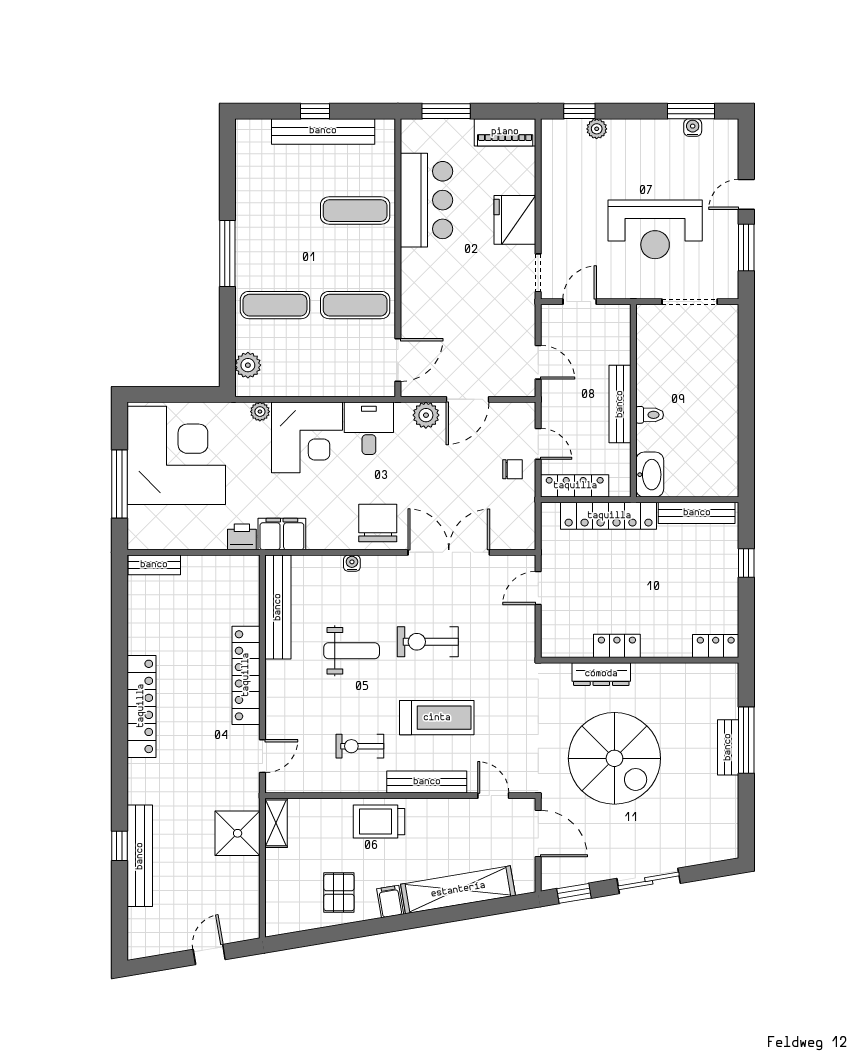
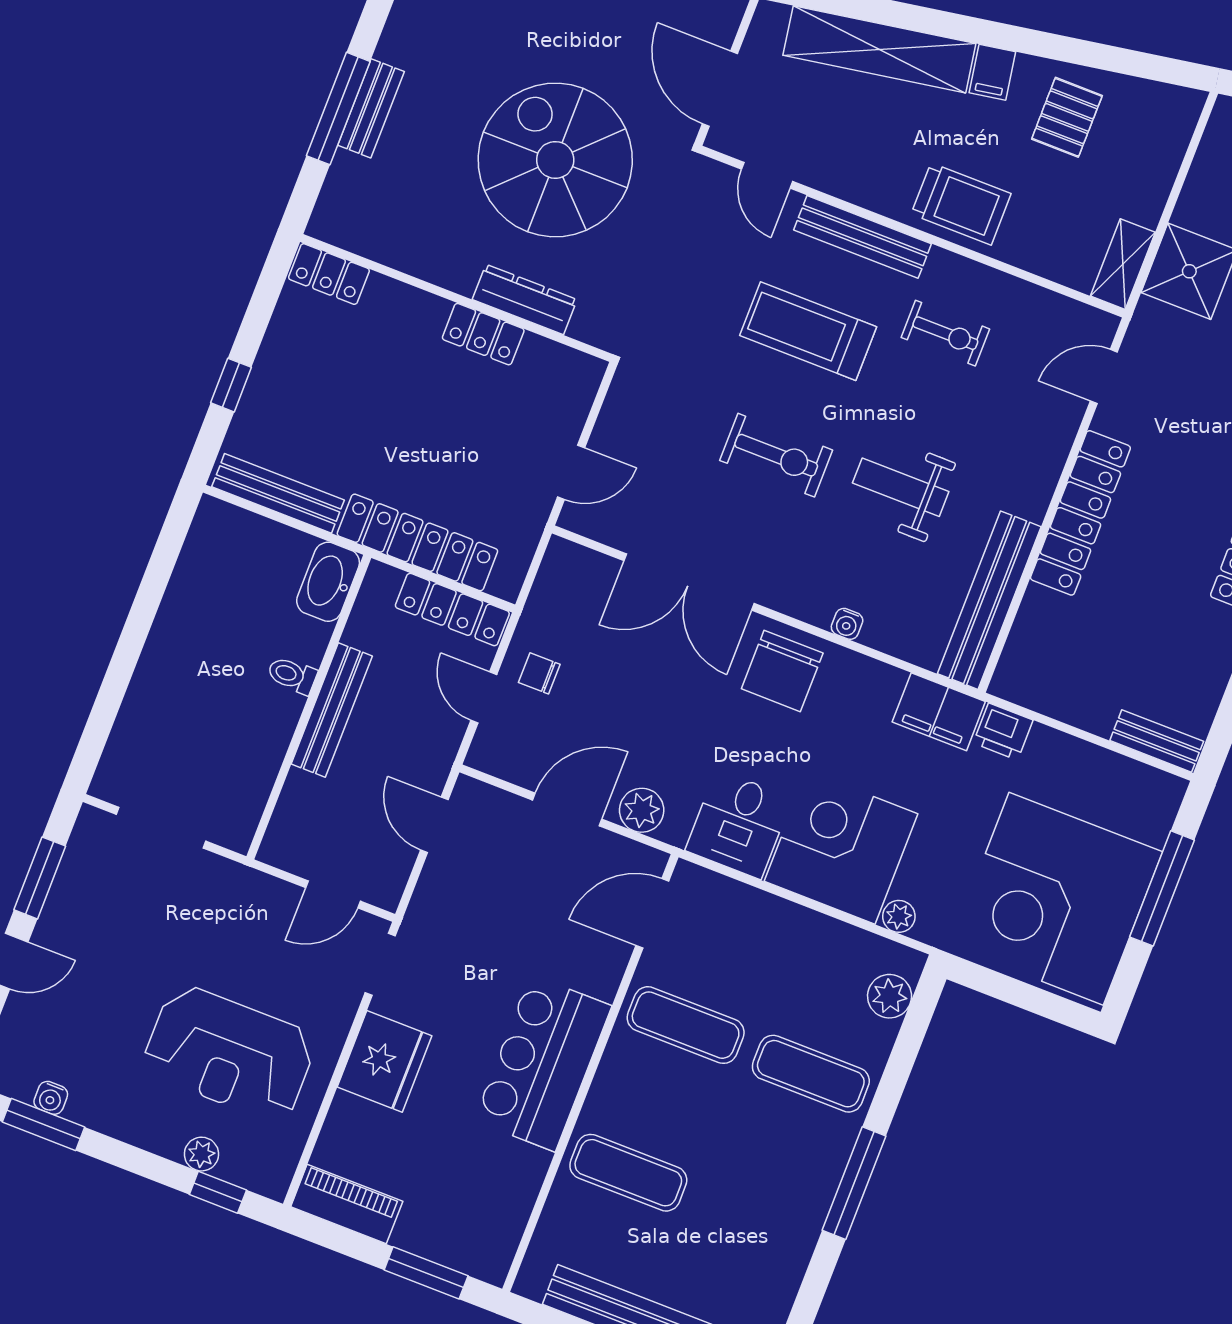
bar counter: (426, 200) -> (543, 1063), moved
reception desk: (655, 229) -> (229, 1053), moved, turned 180

